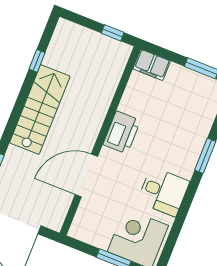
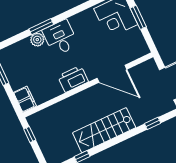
plant: (197, 139) -> (37, 40), added
desk: (163, 192) -> (60, 38), moved

